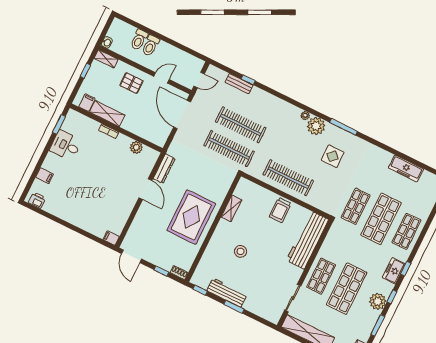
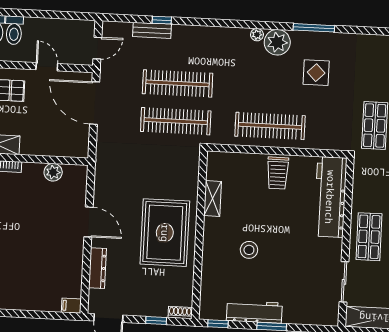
door: (161, 78) -> (47, 67), hinge flipped
dresser: (164, 169) -> (97, 268), moved

